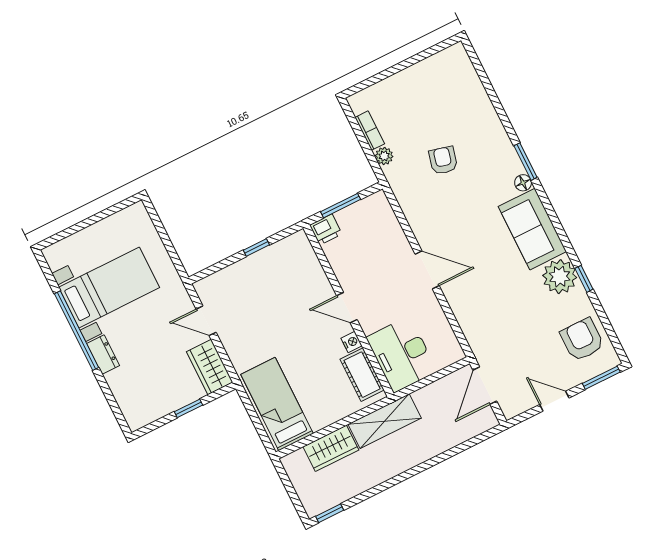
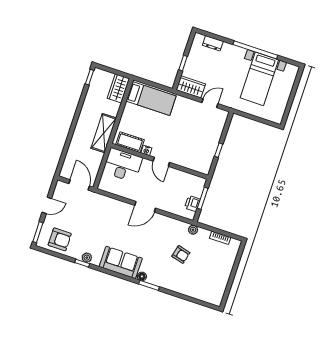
plant: (384, 156) -> (193, 230), moved
printer: (326, 230) -> (192, 204), moved
plant: (560, 277) -> (87, 258), width x0.53, depth x0.53
door: (347, 308) -> (161, 162), swing flipped
dresser: (103, 354) -> (213, 43), moved
wardrobe: (331, 448) -> (118, 88), moved

